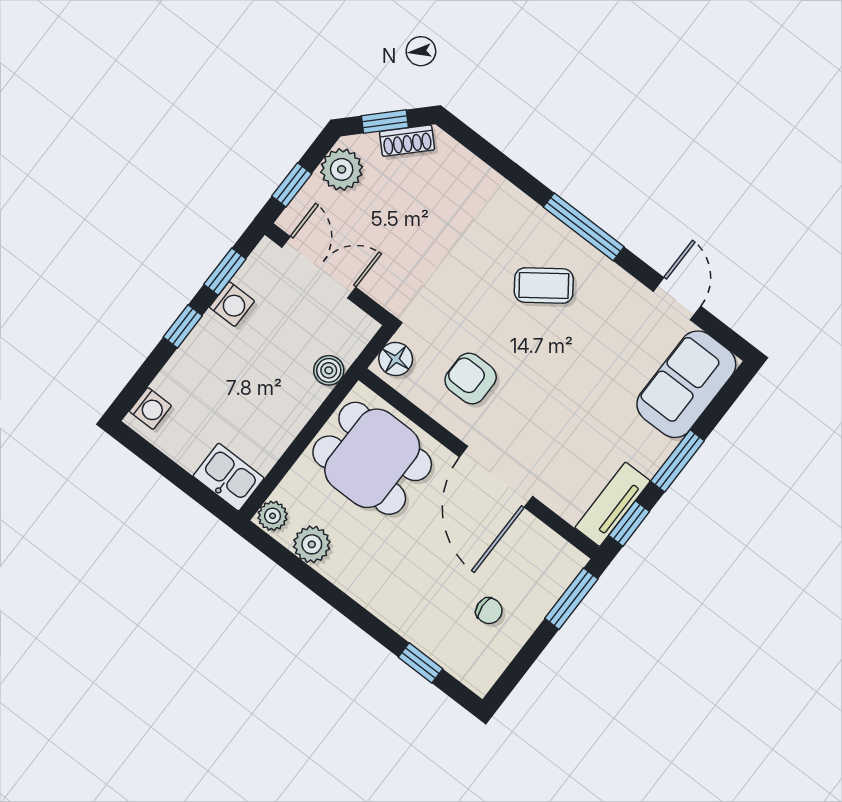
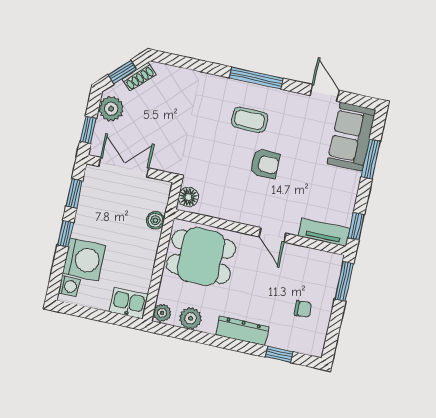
coffee table: (544, 286) -> (250, 120), turned 36
washing machine: (232, 304) -> (84, 260), moved, width x1.89, depth x1.89
armchair: (471, 378) -> (265, 164), moved, turned 180
window: (677, 461) -> (371, 159), moved
door: (496, 477) -> (273, 235), width x0.53
tv unit: (613, 504) -> (324, 232), moved, turned 90
dresser: (381, 600) -> (242, 331), added

